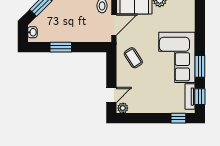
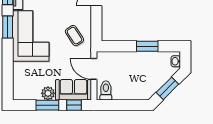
door: (114, 25) -> (94, 69), hinge flipped

